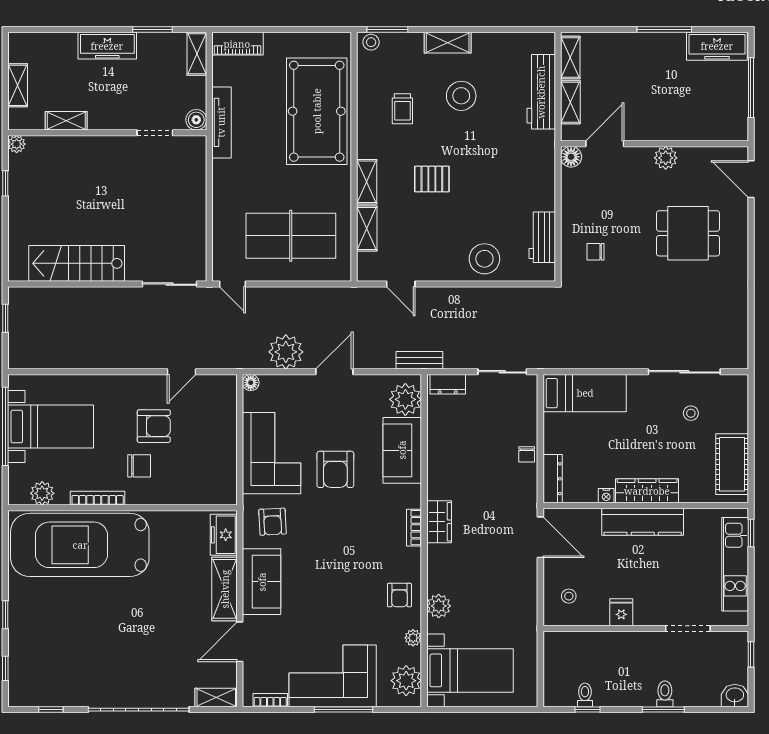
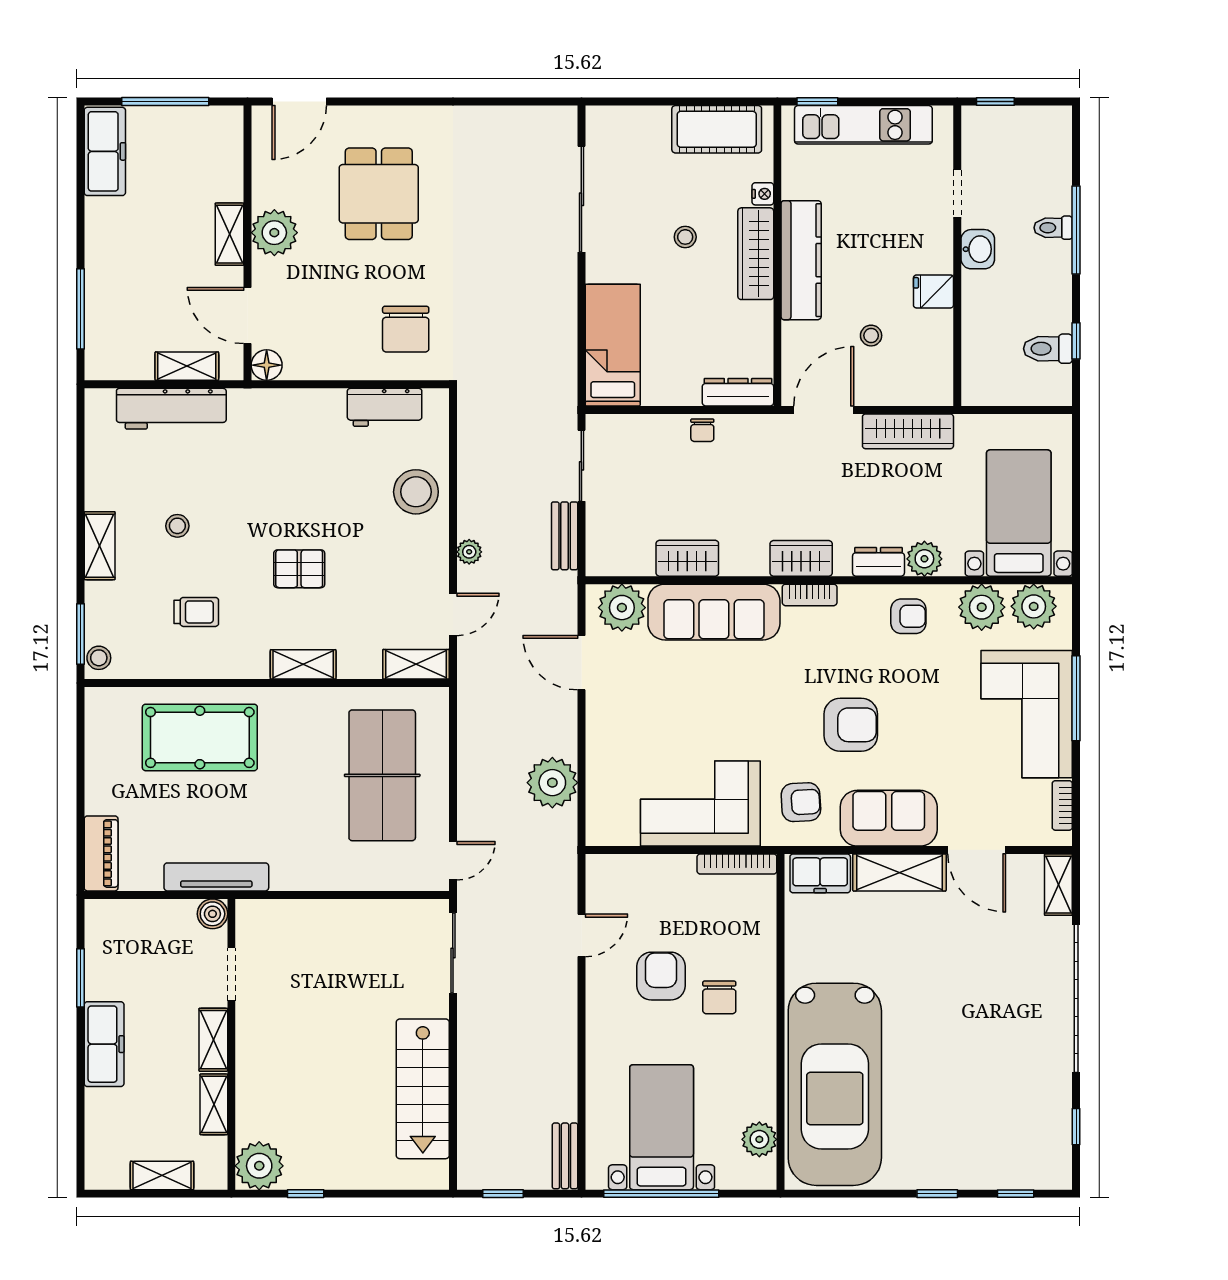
window: (664, 30) -> (80, 309), moved
shelving: (197, 54) -> (213, 1040), moved, turned 90
shelving: (570, 57) -> (229, 234), moved, turned 90
stool: (461, 96) -> (177, 526), width x0.53, depth x0.53
pool table: (317, 111) -> (200, 737), width x0.73, depth x0.76
plant: (17, 144) -> (259, 1166), width x1.88, depth x1.88
plant: (666, 158) -> (274, 233), width x1.36, depth x1.36
pallet: (432, 179) -> (299, 569), turned 90
shelving: (367, 229) -> (416, 664), moved
chair: (596, 252) -> (406, 329), width x1.87, depth x1.87
plant: (443, 295) -> (469, 552), added
bench: (419, 360) -> (565, 536), moved
bench: (31, 361) -> (565, 1156), added
door: (182, 372) -> (581, 935), hinge flipped
door: (334, 372) -> (581, 663), moved
floor lamp: (251, 383) -> (597, 834), removed
dresser: (448, 384) -> (879, 562), moved, turned -90
stool: (691, 413) -> (685, 237), moved
wardrobe: (439, 444) -> (687, 558), added
sofa: (402, 450) -> (714, 612), width x1.36
chair: (527, 454) -> (702, 430), turned 90
chair: (139, 466) -> (719, 997), turned 180
armchair: (335, 469) -> (851, 725), moved
nightstand: (606, 496) -> (763, 194), moved
bookcase: (98, 498) -> (737, 864), moved, turned -90
wardrobe: (526, 595) -> (908, 431), added
stool: (569, 596) -> (871, 336), moved
doorway: (688, 628) -> (957, 194), width x0.73
plant: (413, 638) -> (982, 607), width x1.88, depth x1.88
toilet: (585, 695) -> (1048, 349), width x1.37, depth x1.39
washbasin: (735, 696) -> (978, 249), moved, turned 180
window: (663, 710) -> (1076, 230), width x1.44

